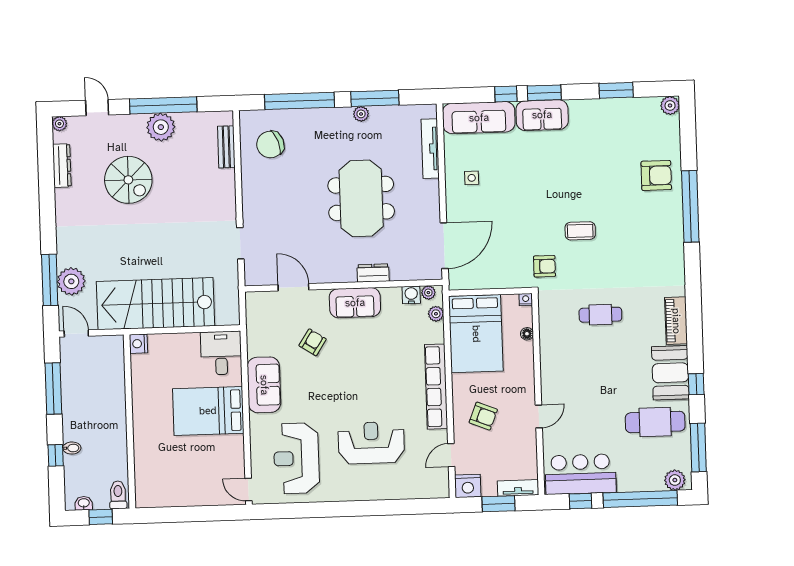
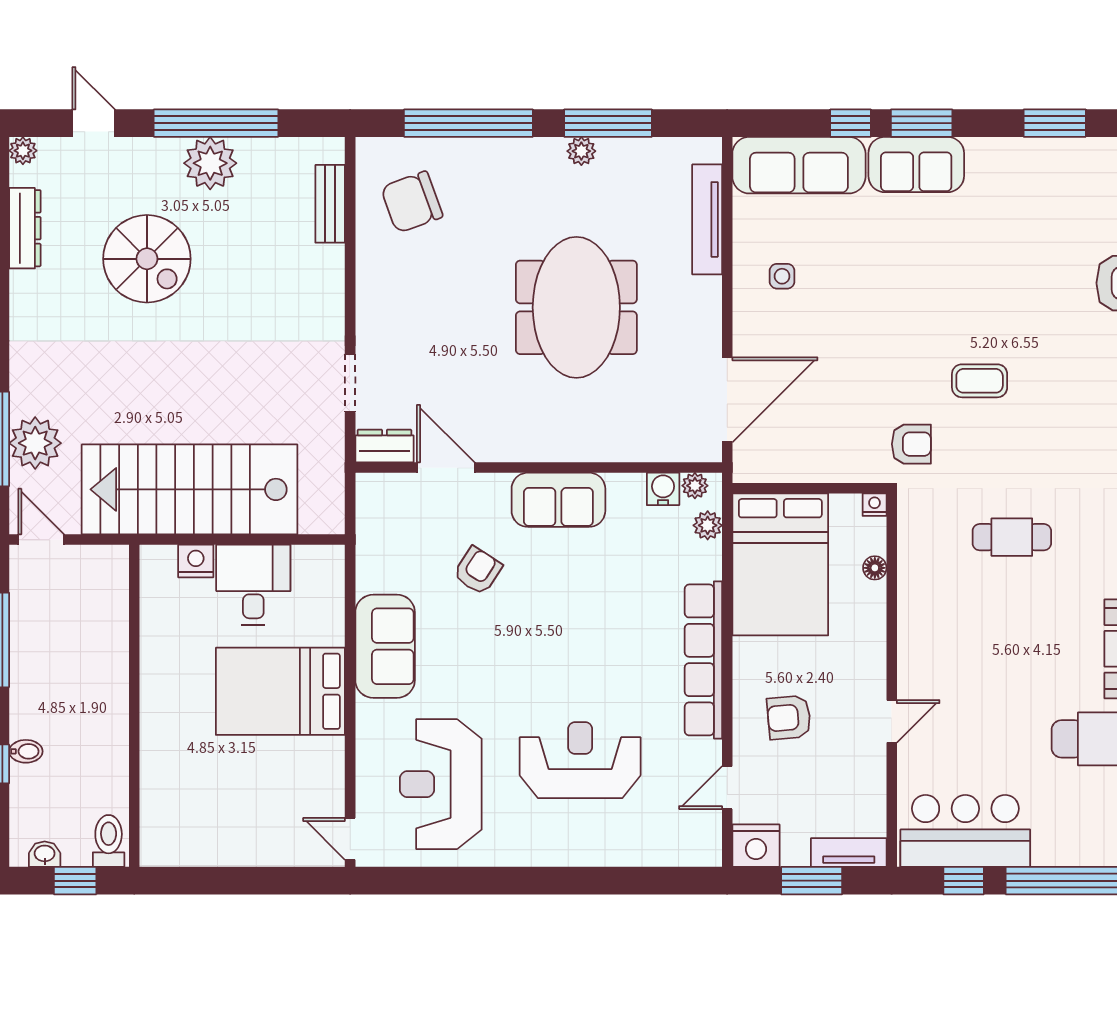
dresser: (373, 273) -> (384, 446), moved
nightstand: (138, 344) -> (196, 561), moved, turned 90
desk: (221, 353) -> (253, 585), moved
armchair: (483, 416) -> (789, 717), turned 153

